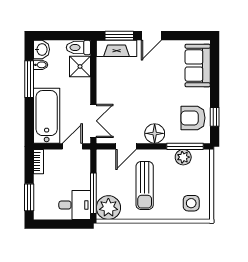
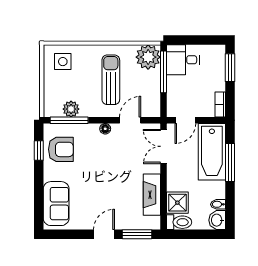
fireplace: (117, 48) -> (152, 195), moved, turned -90
window: (29, 79) -> (230, 163), moved
floor lamp: (155, 133) -> (105, 129), width x0.53, depth x0.53

